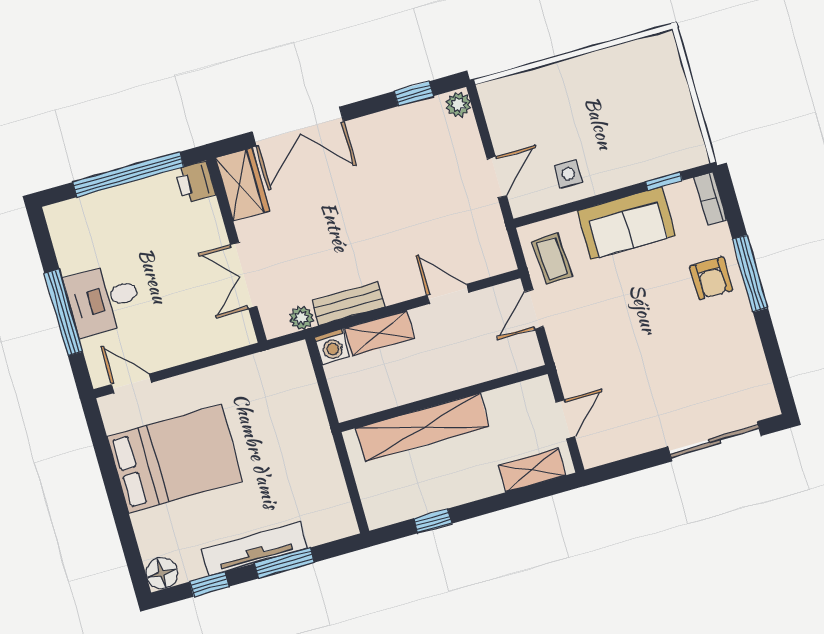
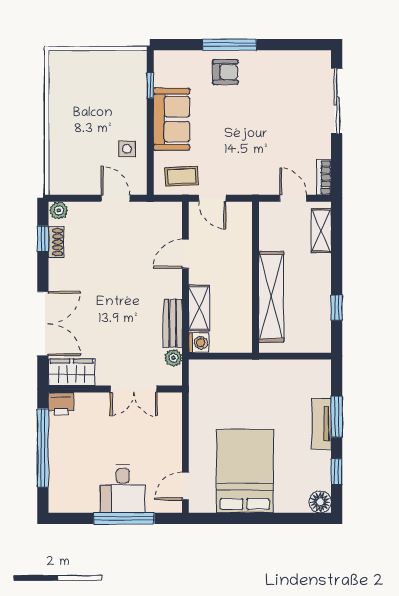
shoe rack: (414, 113) -> (56, 242), added
bookcase: (710, 199) -> (324, 177), moved, turned 90
tv unit: (254, 549) -> (321, 424), width x0.71

